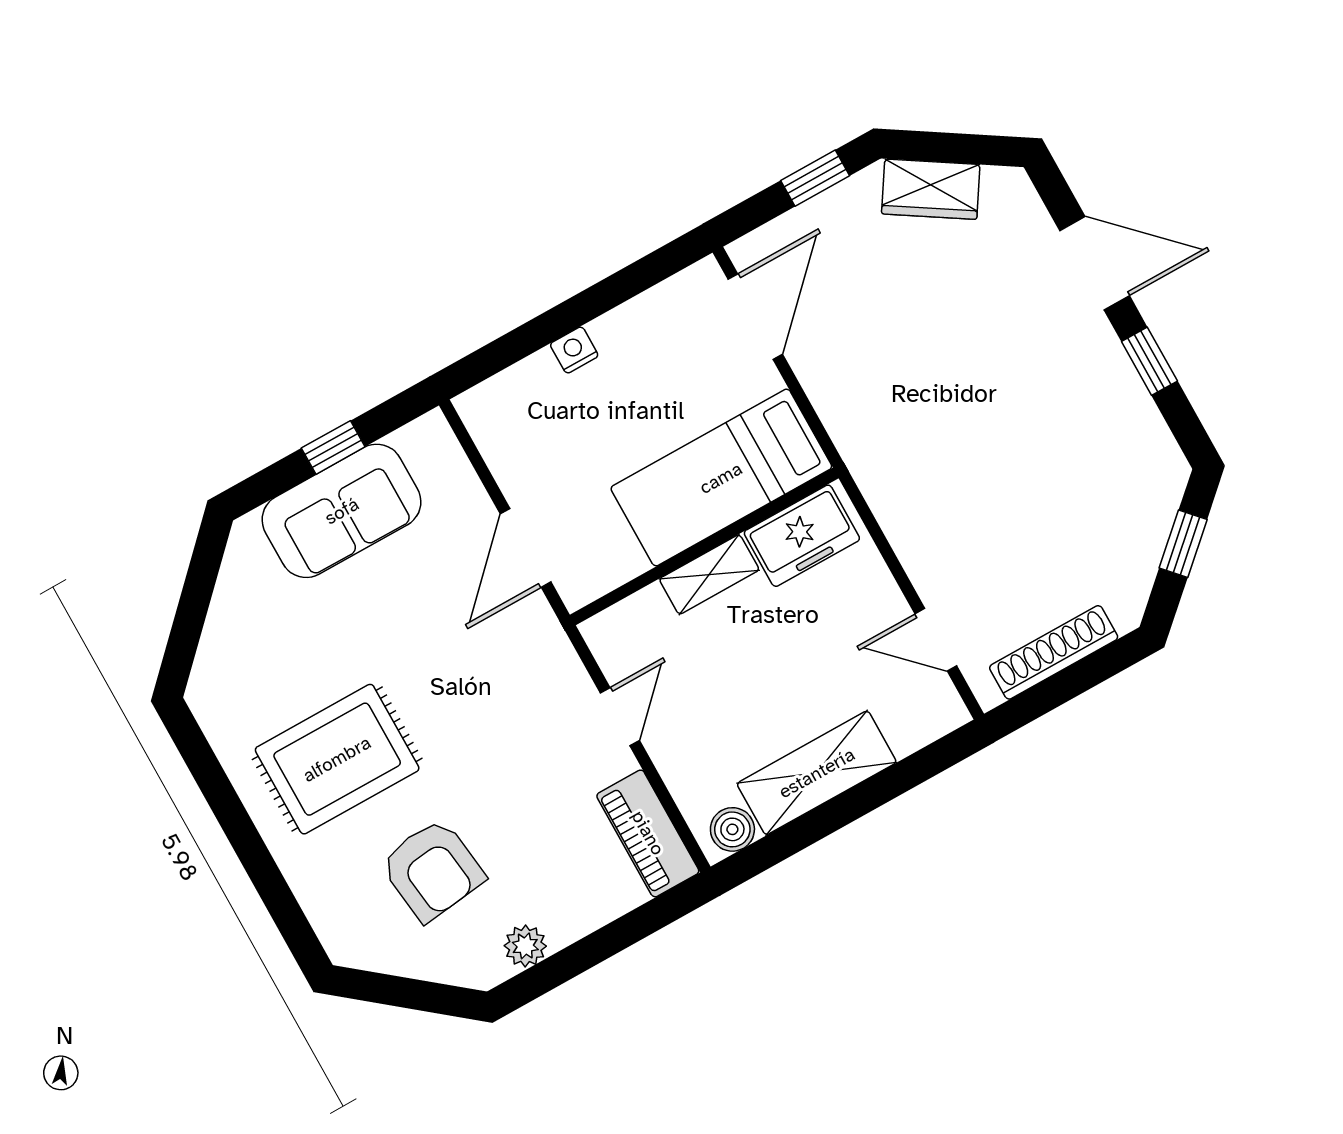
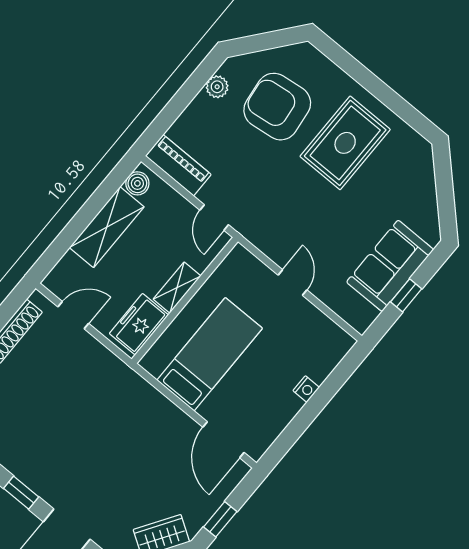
freezer: (802, 536) -> (139, 324), moved
wall: (704, 547) -> (185, 300), moved
door: (526, 548) -> (292, 282), width x0.73
shelving: (709, 574) -> (177, 288), moved
armchair: (432, 870) -> (277, 107), width x1.36, depth x1.36

